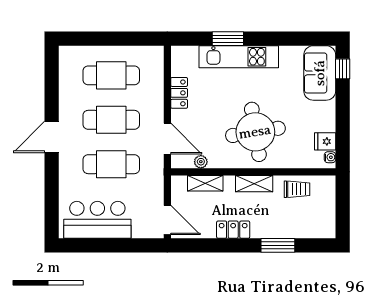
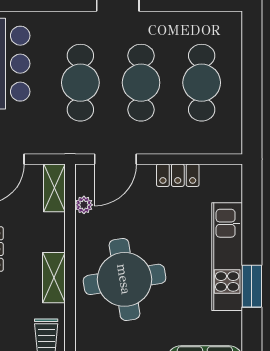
window: (228, 39) -> (252, 286), moved
shelving: (205, 183) -> (54, 188), moved

